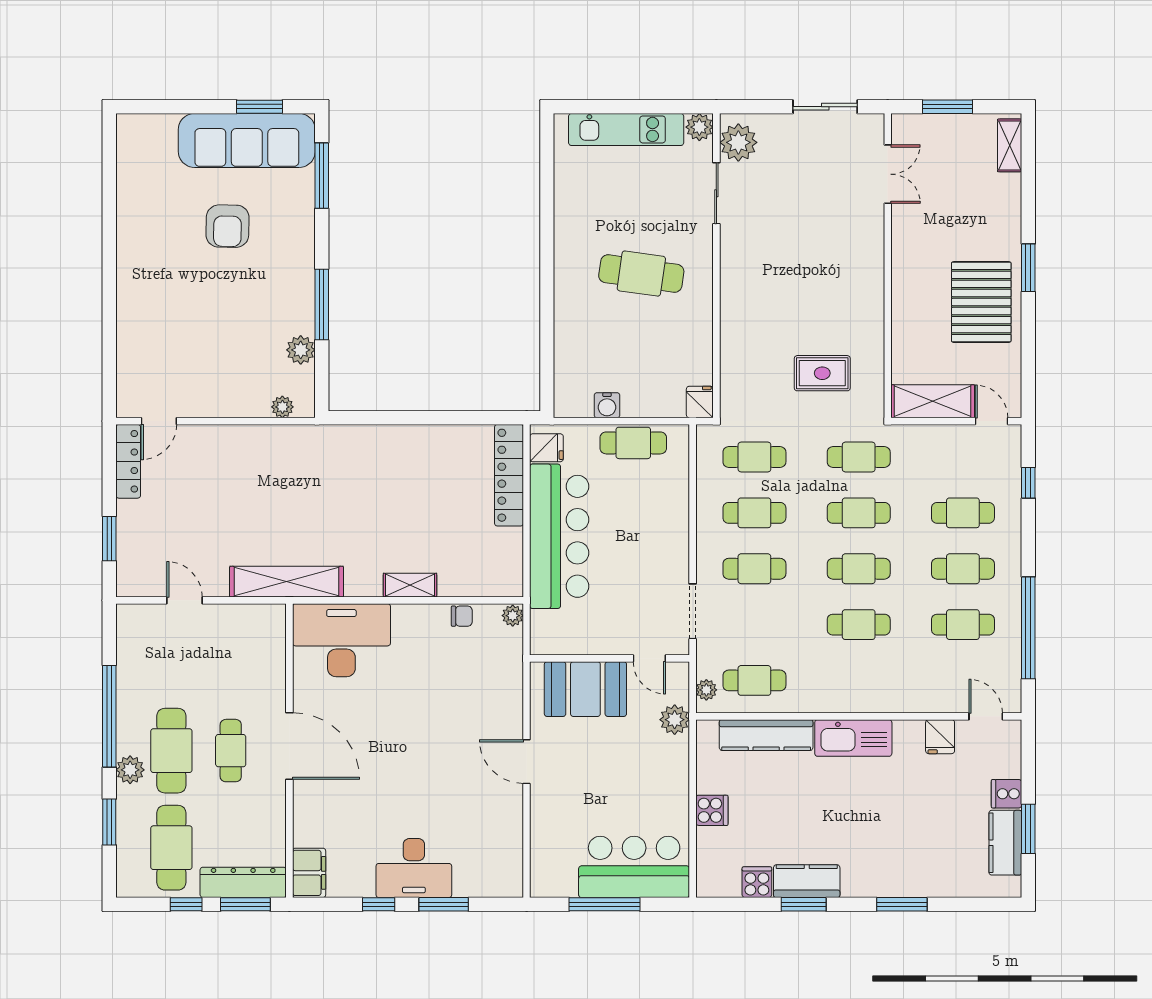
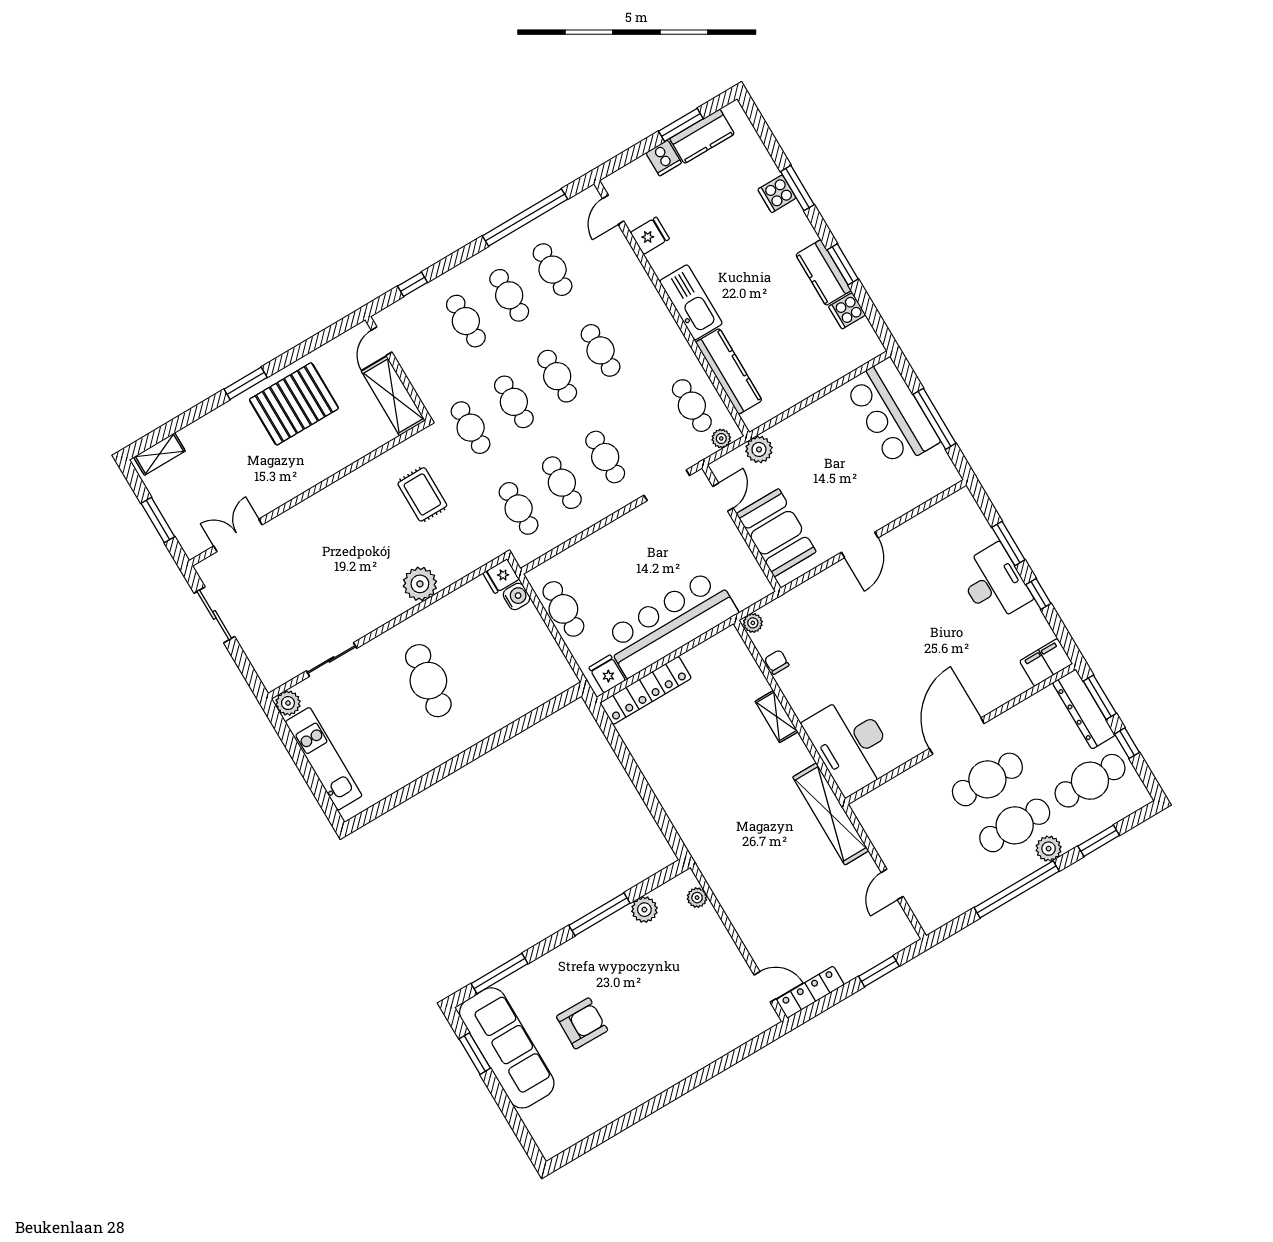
plant: (738, 142) -> (420, 584), moved
water cooler: (607, 405) -> (517, 596), moved
cafe table: (231, 751) -> (987, 779), width x1.37, depth x1.35
cooker: (712, 810) -> (777, 194), moved, turned -90

